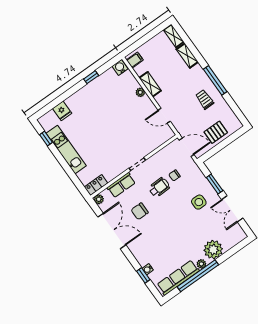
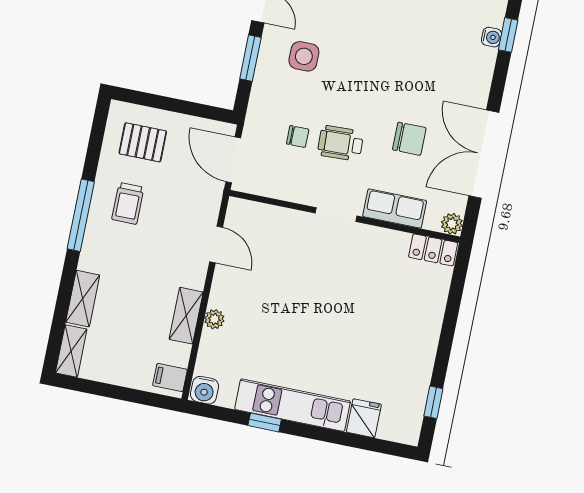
pallet: (216, 132) -> (143, 142), moved
kitchen unit: (66, 150) -> (293, 405), moved, turned 90

